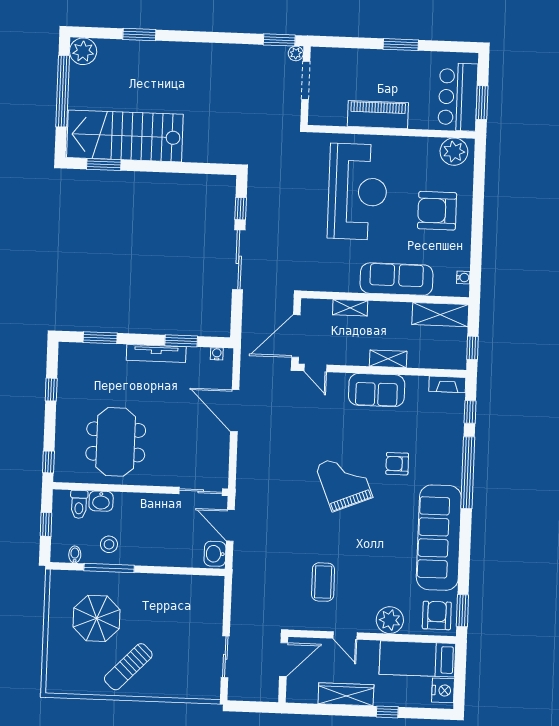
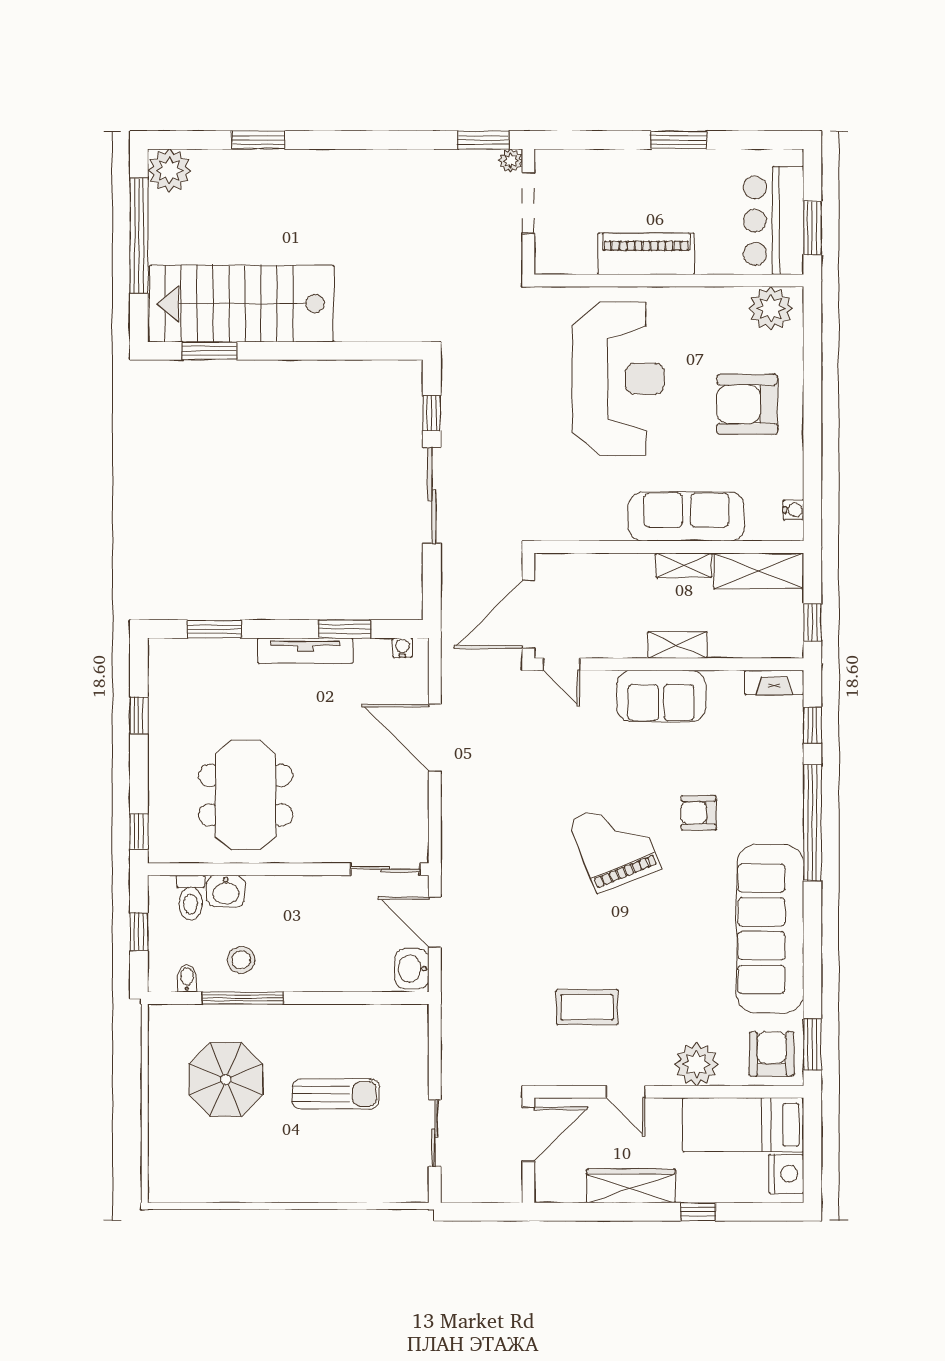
shelving: (350, 308) -> (684, 565), moved
coffee table: (323, 582) -> (587, 1007), turned 90
sun lounger: (128, 667) -> (336, 1094), moved, turned -134

